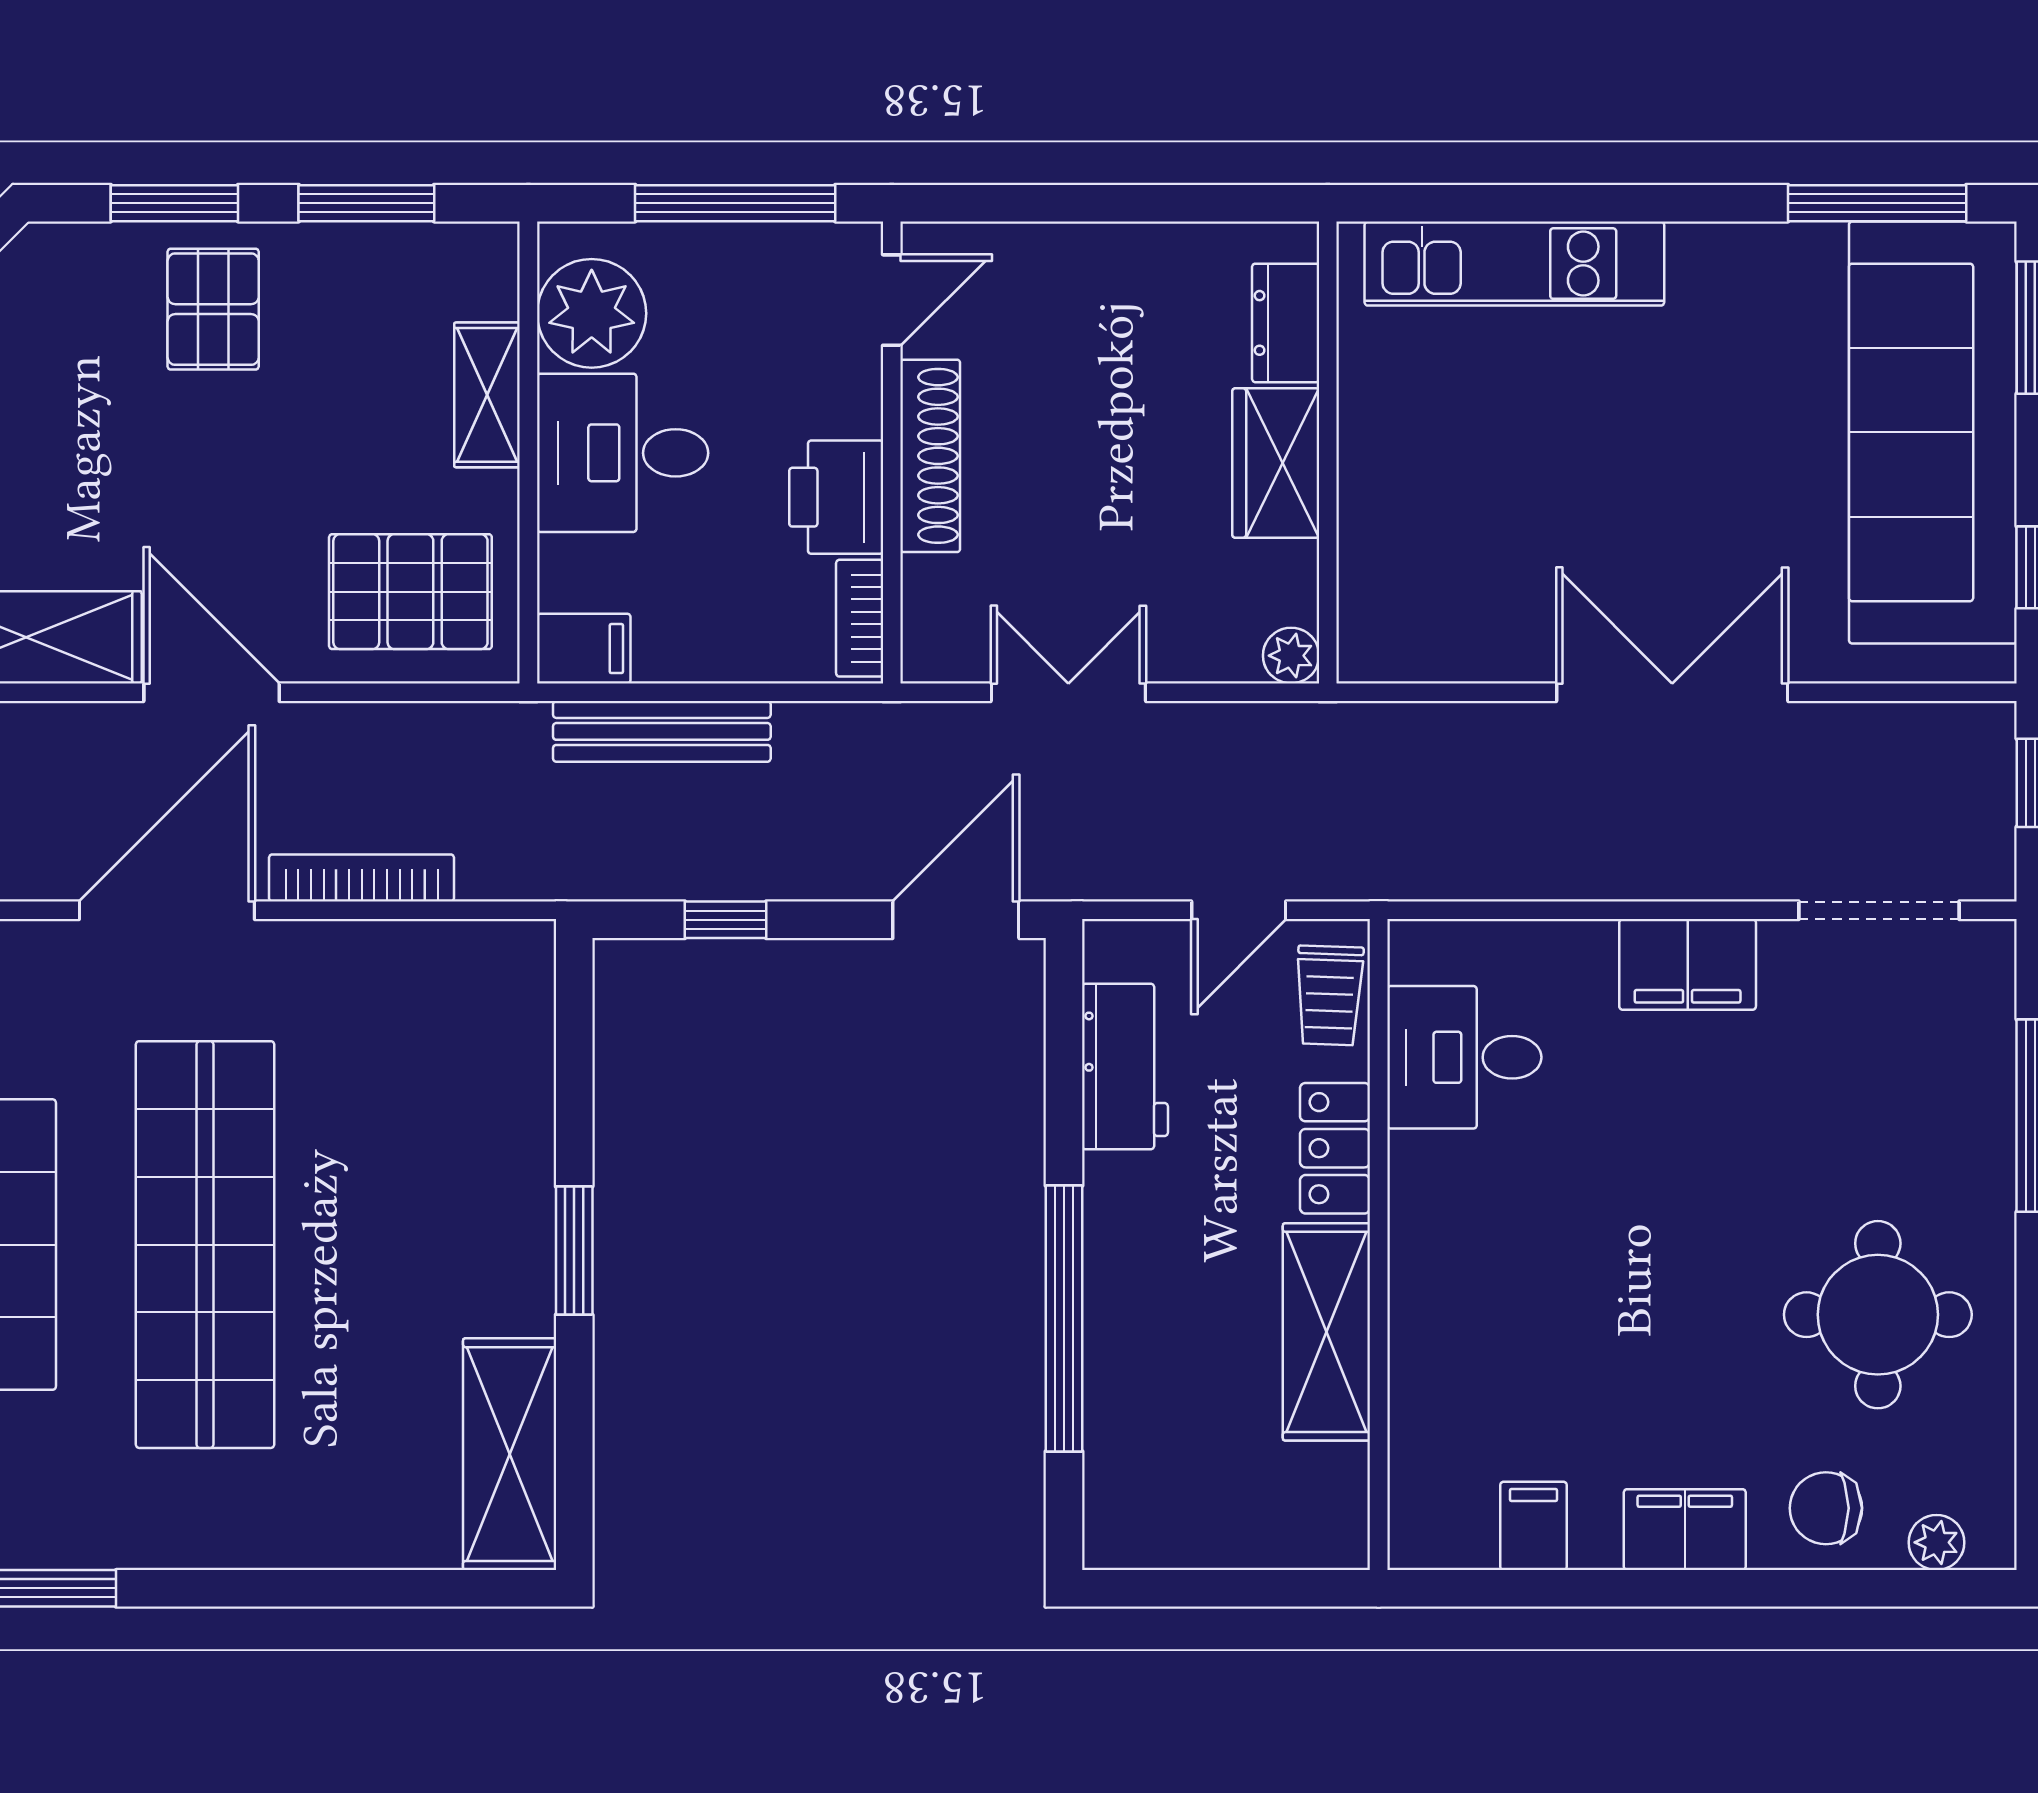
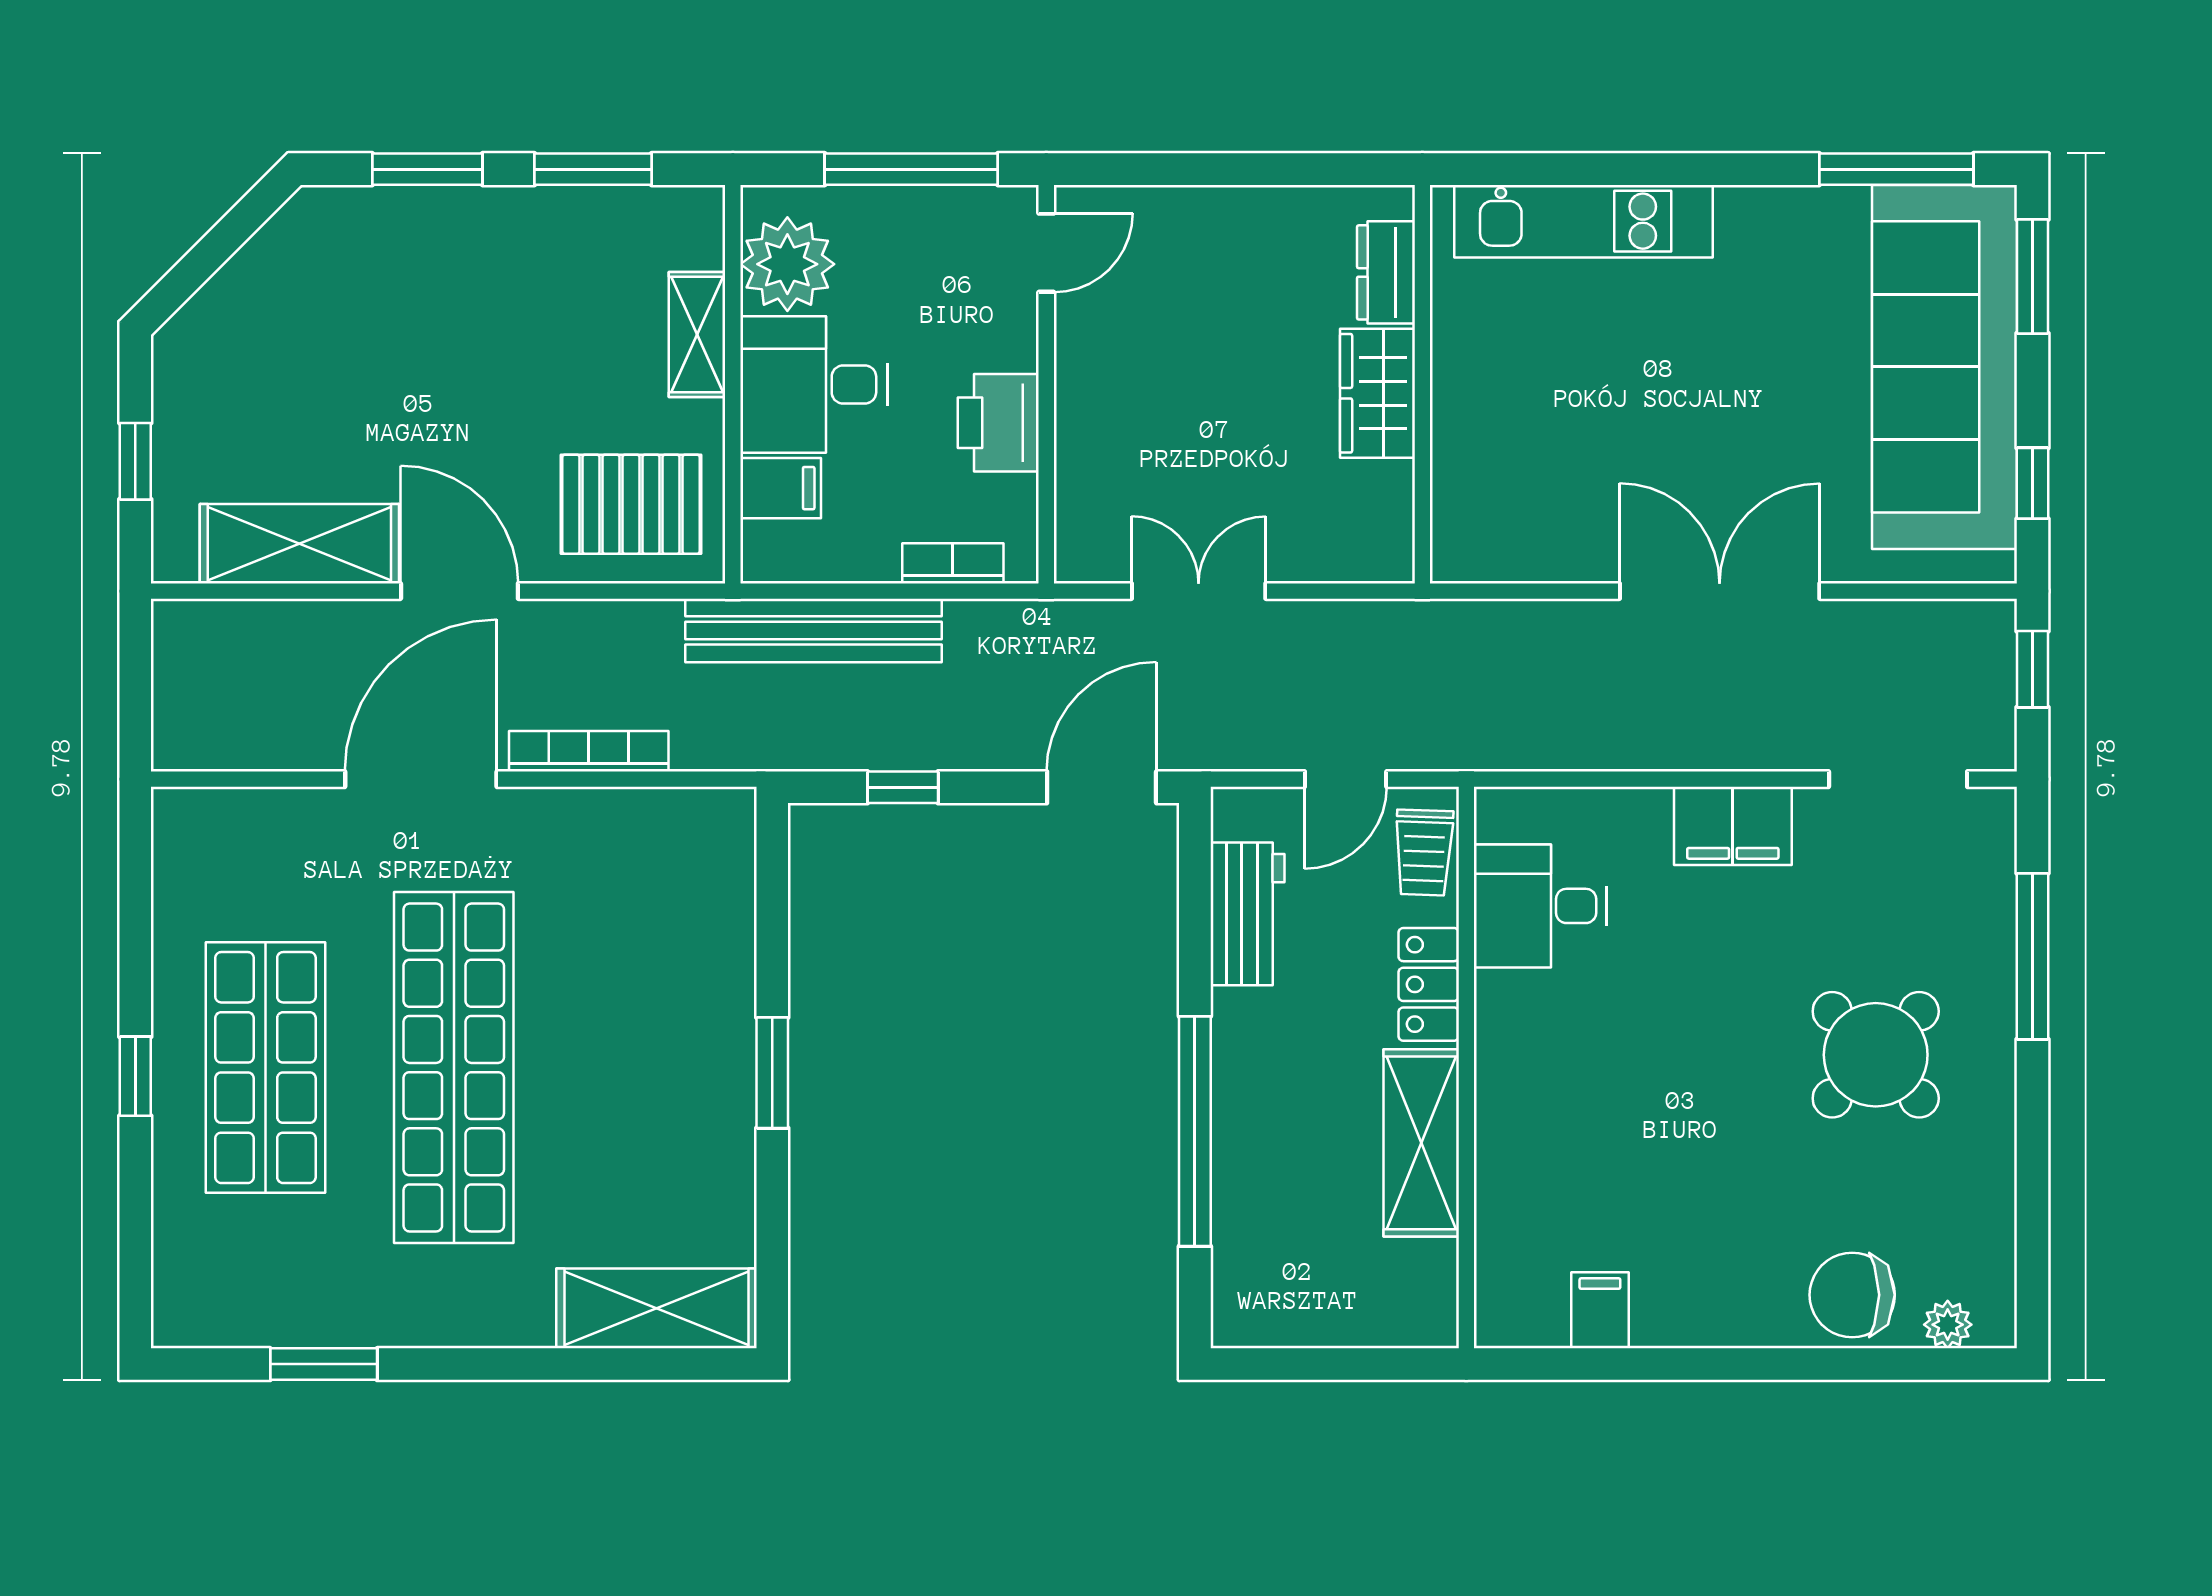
pallet: (213, 309) -> (461, 260), removed
shoe rack: (930, 456) -> (1079, 387), removed
bookcase: (860, 618) -> (953, 563), moved, turned 90
filing cabinet: (584, 649) -> (781, 488), moved
plant: (1291, 656) -> (1391, 559), removed
bench: (662, 731) -> (814, 630), width x1.37, depth x1.21
round table: (1878, 1315) -> (1876, 1055), moved, turned 45
shelving: (510, 1454) -> (656, 1308), moved, turned 90
chair: (1826, 1508) -> (1852, 1295), width x1.37, depth x1.37
filing cabinet: (1685, 1530) -> (1730, 1313), removed

